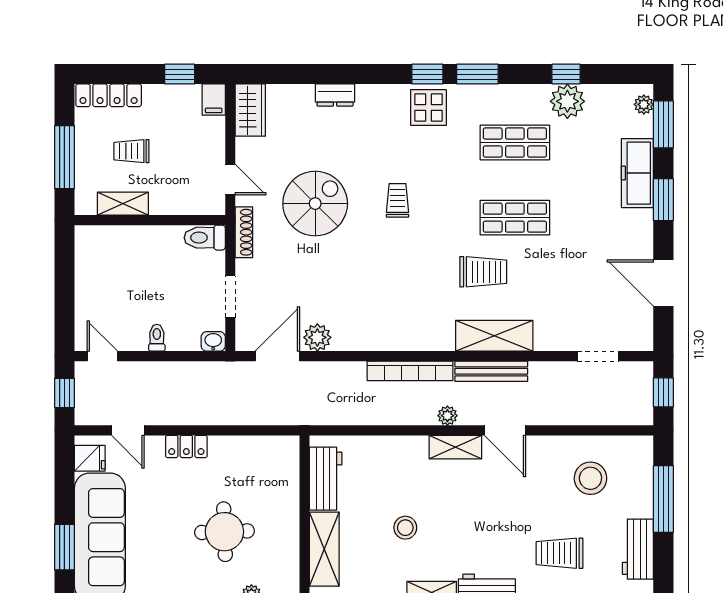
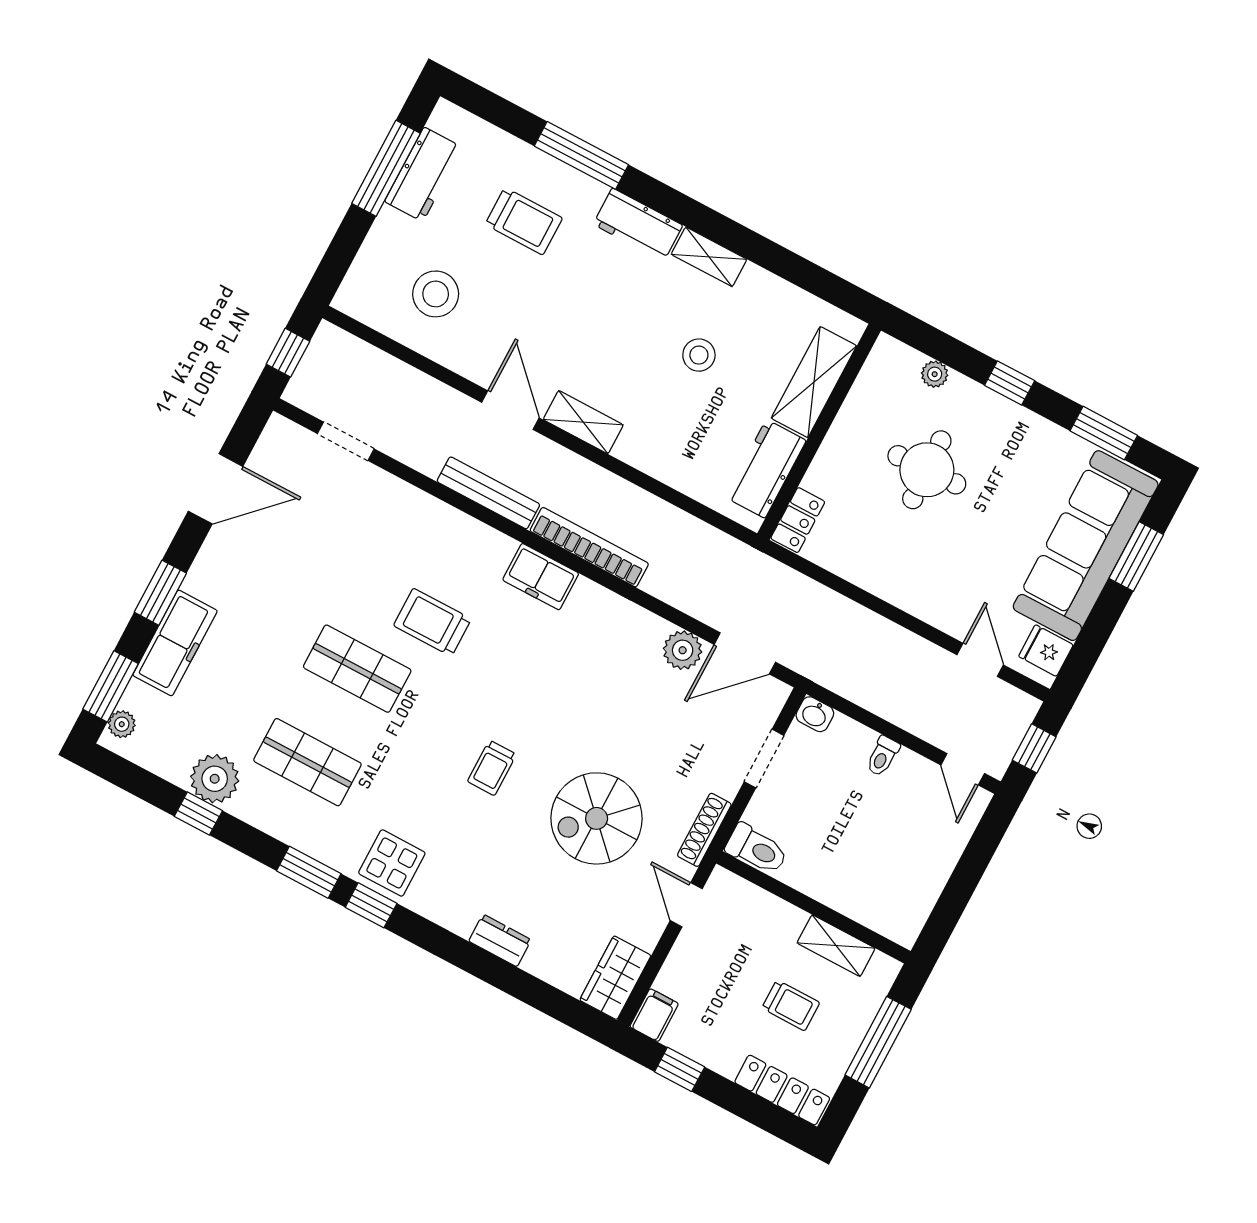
door: (663, 283) -> (216, 489), hinge flipped
freezer: (431, 336) -> (541, 577), added
shelving: (494, 336) -> (461, 535), removed
plant: (447, 416) -> (572, 467), removed
locker: (186, 446) -> (798, 520), moved, turned 90
window: (663, 499) -> (386, 168), moved

